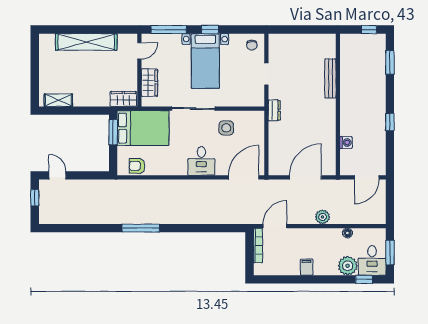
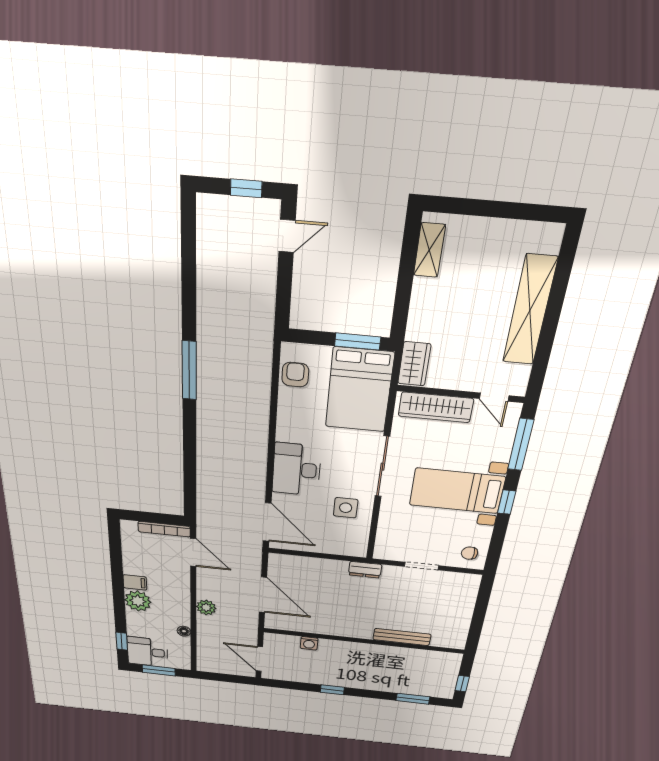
wardrobe: (149, 83) -> (436, 407), width x1.50
desk: (201, 161) -> (296, 469), width x1.37
plant: (348, 266) -> (138, 601), moved

